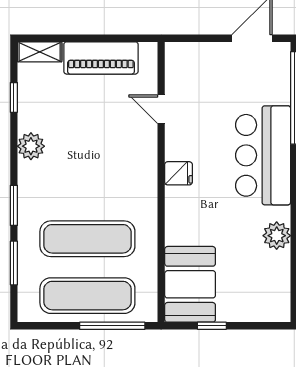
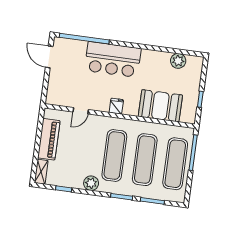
exercise mat: (87, 182) -> (114, 155), added
plant: (277, 236) -> (178, 61), moved
booth: (190, 284) -> (160, 106), moved

